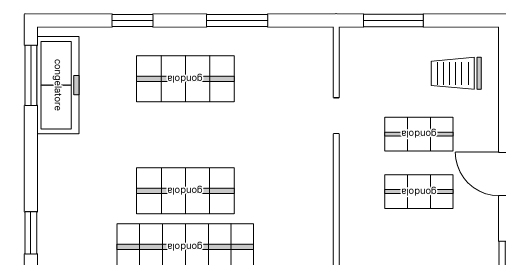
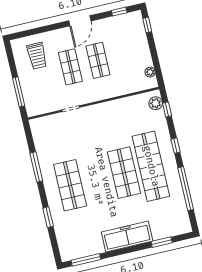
freezer: (58, 85) -> (127, 237), moved

